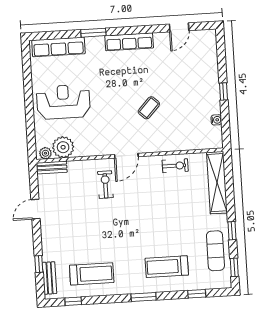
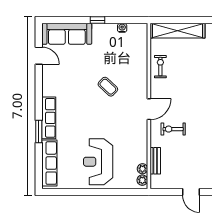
row of seats: (129, 42) -> (49, 118), moved
sofa: (206, 58) -> (67, 34), added
plant: (63, 147) -> (142, 169), width x0.53, depth x0.53
door: (126, 156) -> (149, 109), hinge flipped
bench: (52, 167) -> (155, 161), moved

